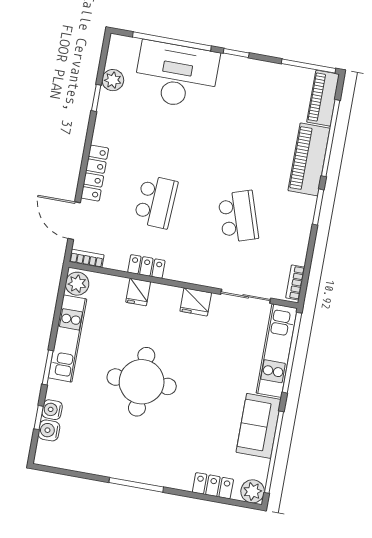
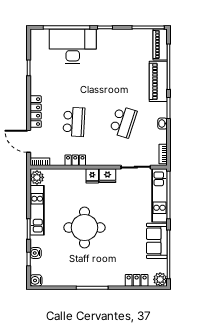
plant: (113, 80) -> (36, 56), removed
school desk: (238, 217) -> (123, 122), turned 36
washbasin: (303, 231) -> (162, 124), added
fridge: (138, 292) -> (92, 176), moved
water cooler: (49, 430) -> (36, 280), moved

